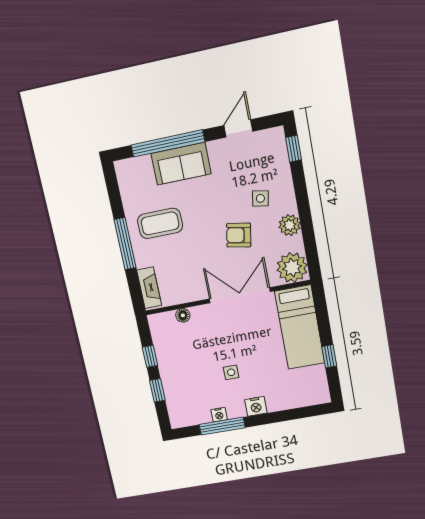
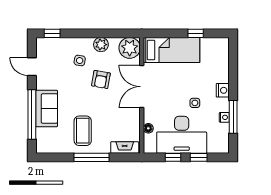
desk: (183, 362) -> (182, 135), added

